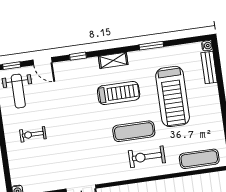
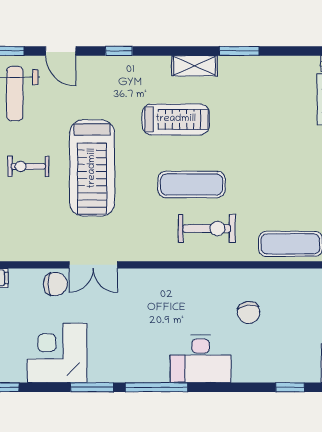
shelving: (113, 60) -> (195, 66), moved
treadmill: (173, 96) -> (92, 168), moved
exercise bike: (147, 157) -> (207, 229), turned 180

